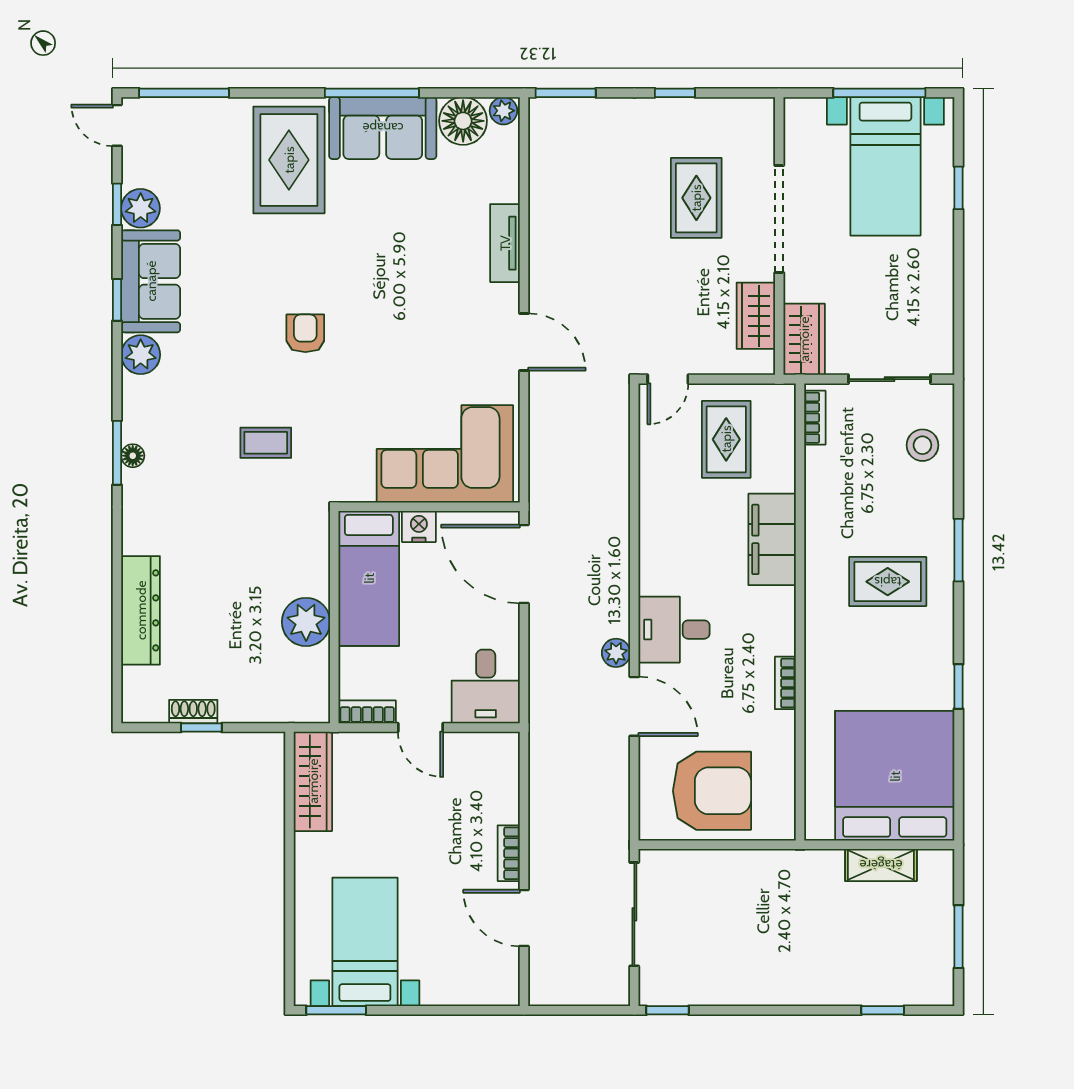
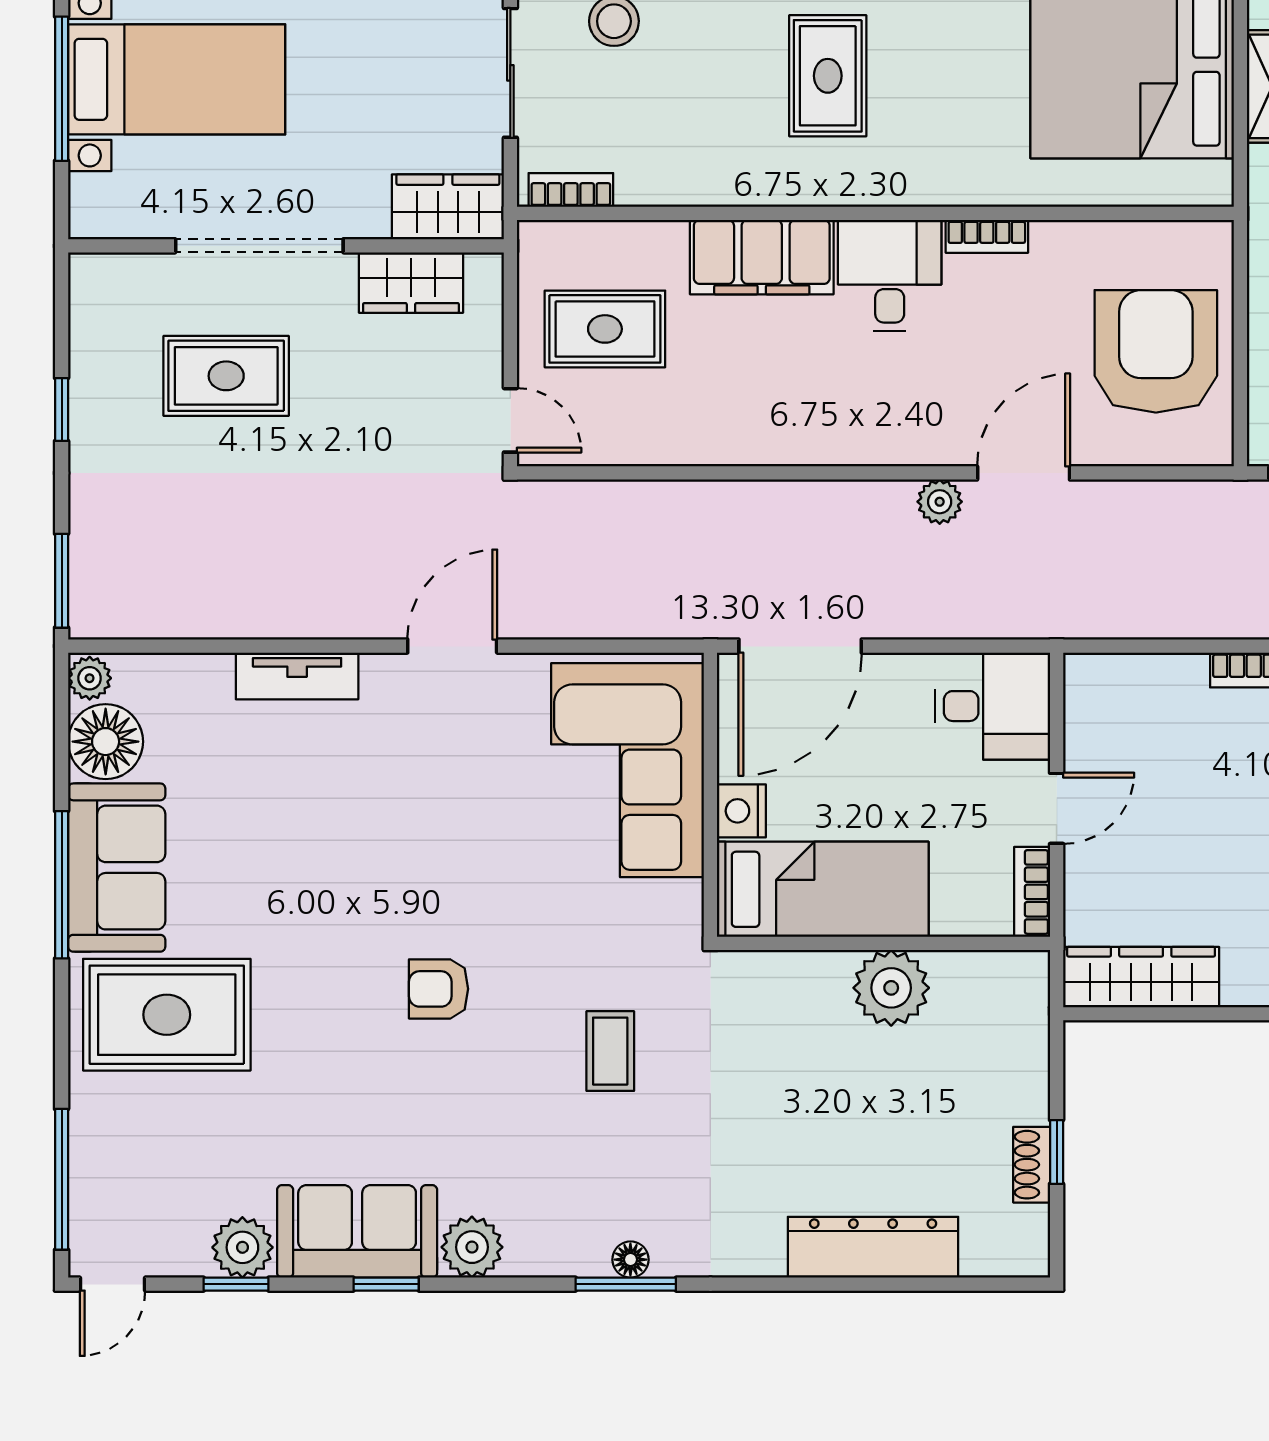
desk: (674, 630) -> (890, 276), moved, turned 180

